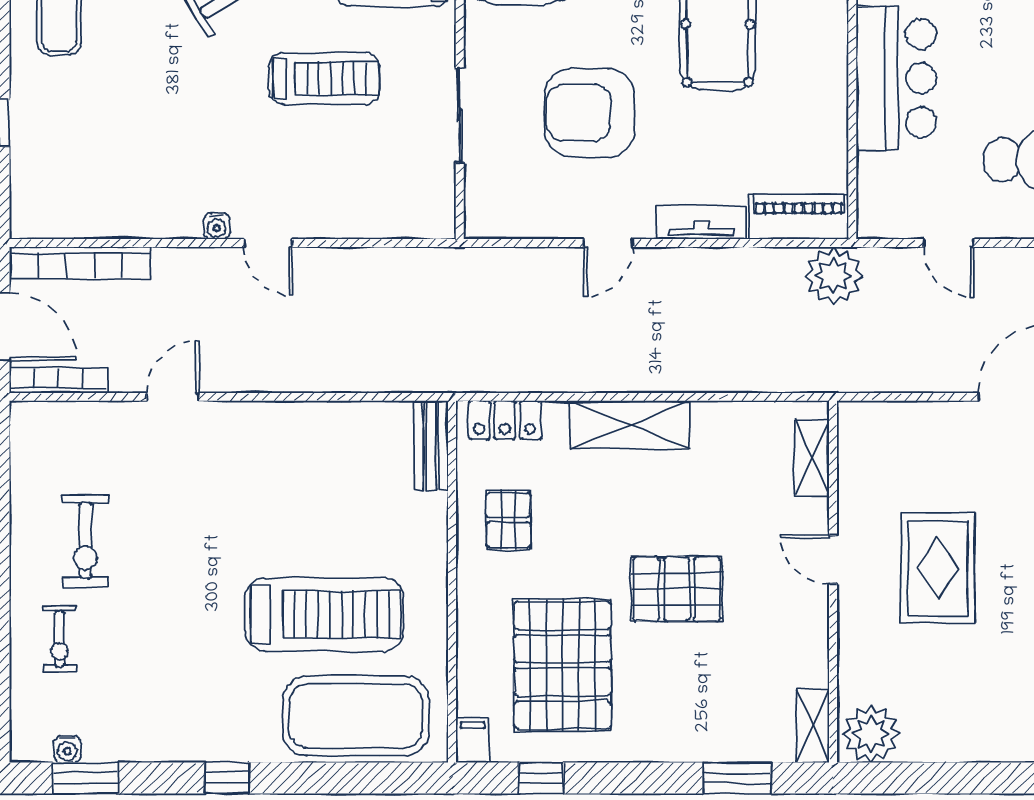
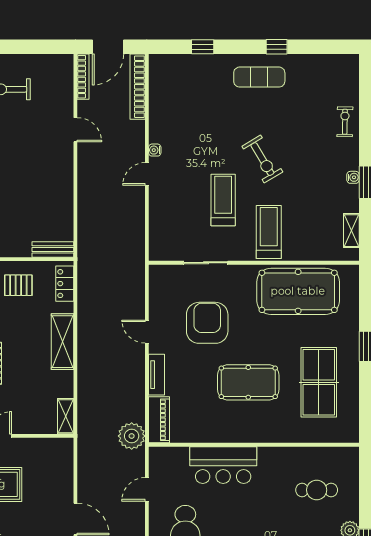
treadmill: (324, 78) -> (223, 200), turned 180
shelving: (812, 458) -> (66, 416), moved, turned 90

